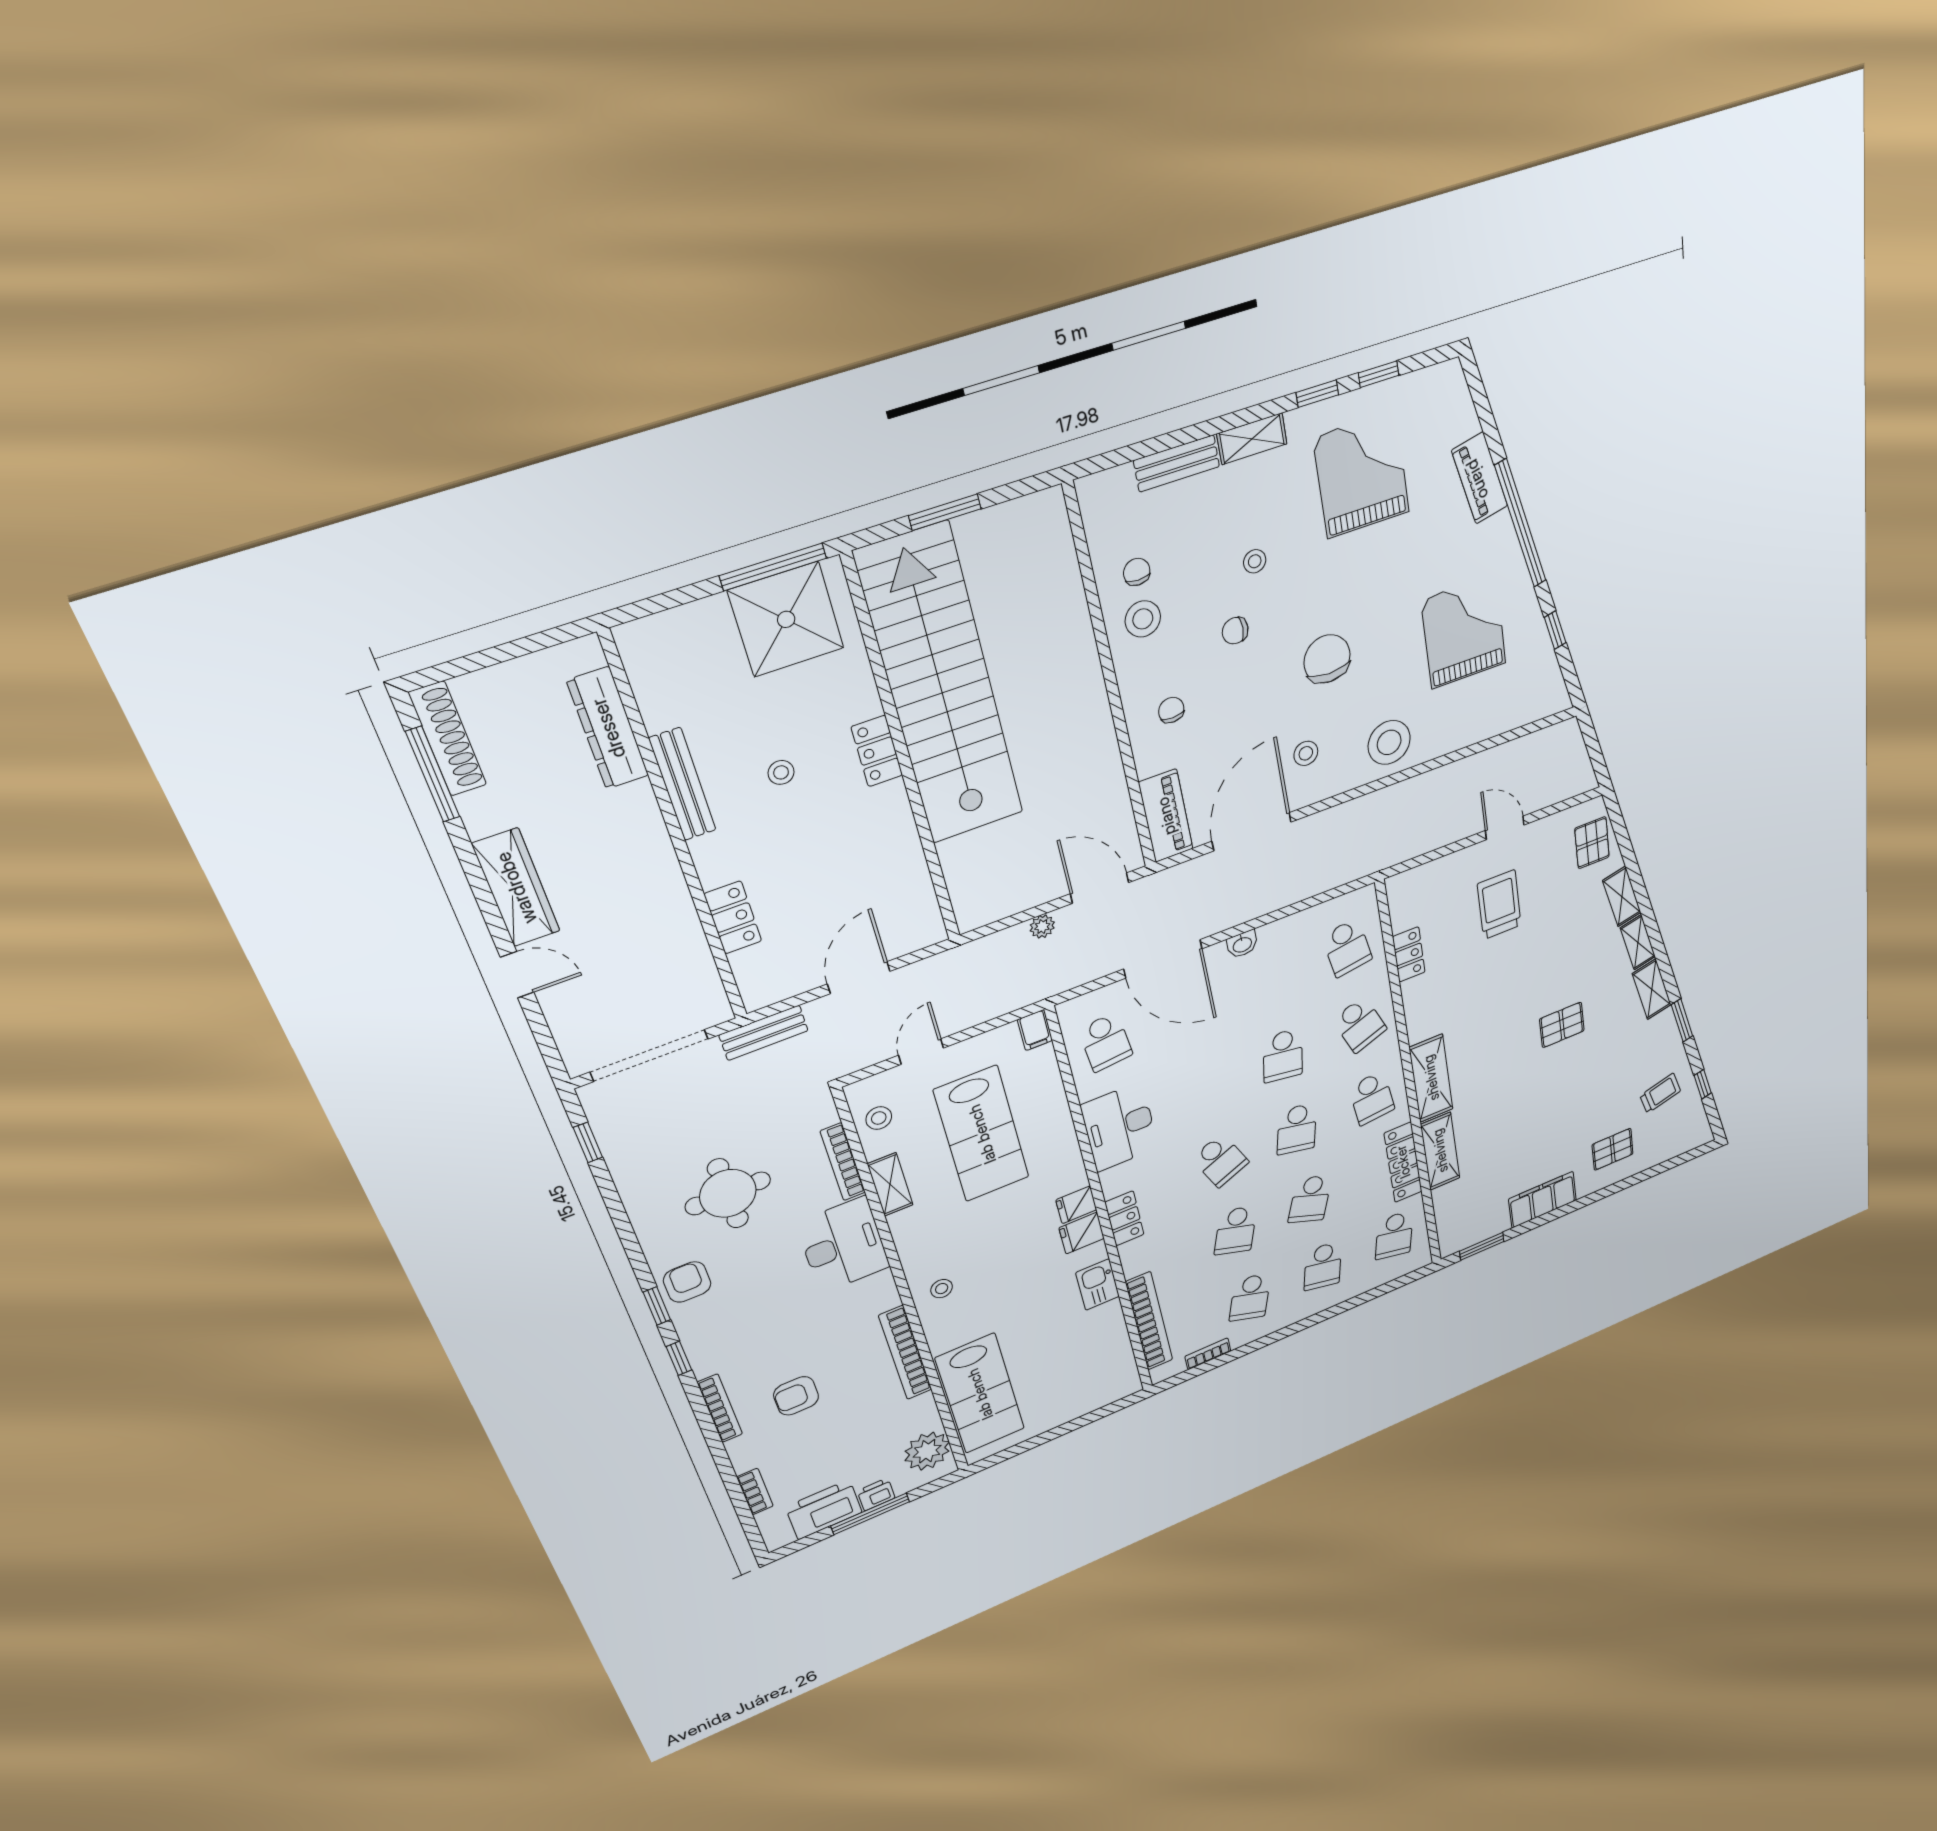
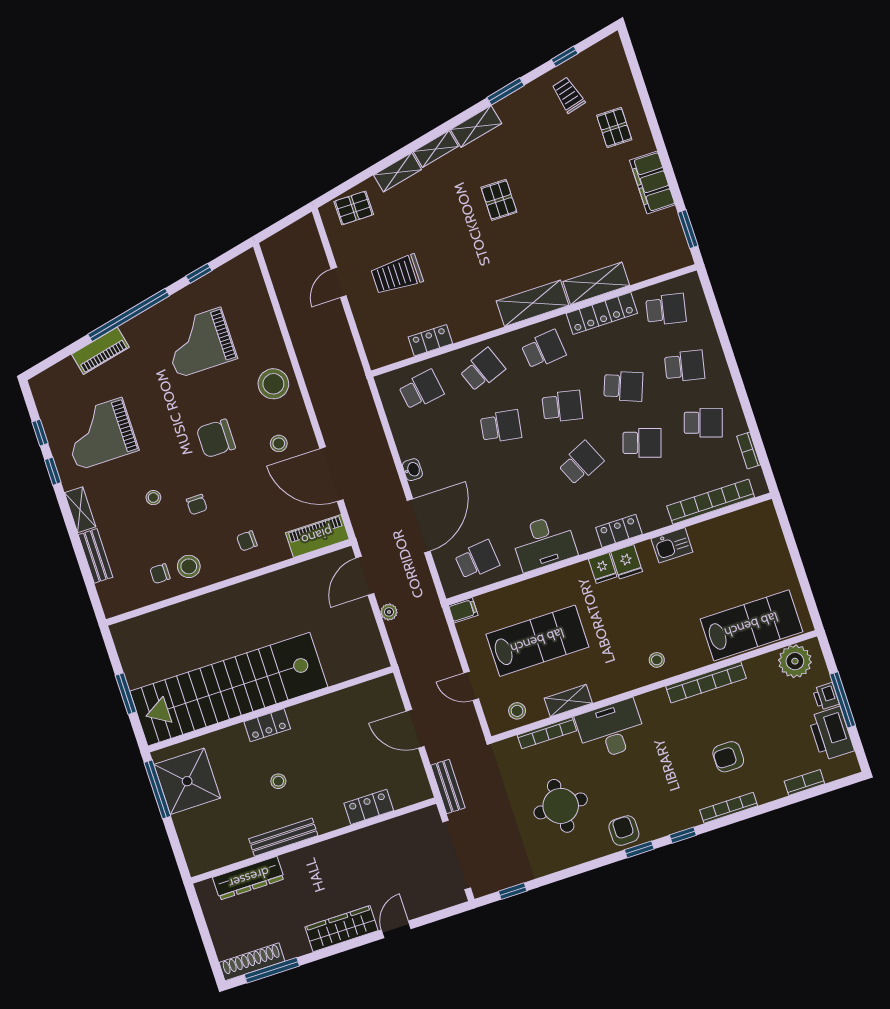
armchair: (687, 1282) -> (624, 831), turned 90
armchair: (796, 1396) -> (728, 757), turned 90

